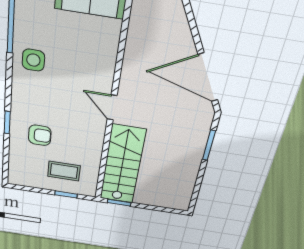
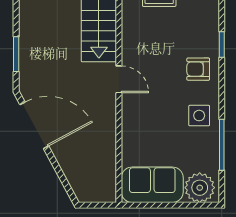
armchair: (40, 135) -> (198, 69), moved

